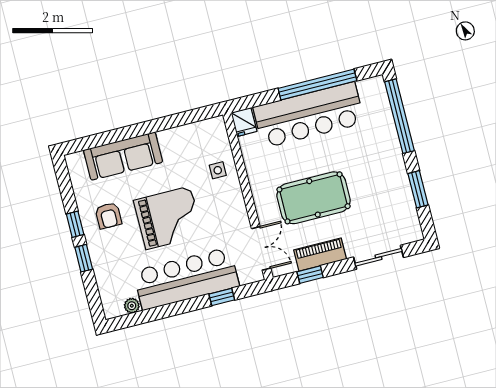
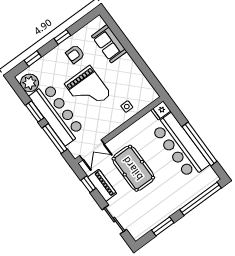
sofa: (123, 156) -> (109, 44), width x0.73
window: (84, 258) -> (33, 59), moved
window: (222, 297) -> (55, 139), width x2.17
plant: (132, 306) -> (30, 83), width x1.88, depth x1.88
window: (169, 310) -> (35, 111), added

